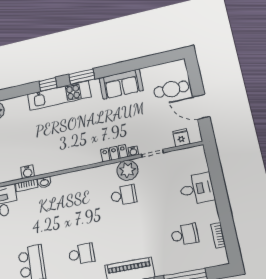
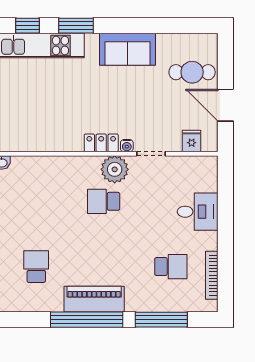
school desk: (123, 195) -> (104, 201), turned 180
bookcase: (218, 235) -> (212, 275), width x1.56
school desk: (81, 254) -> (36, 267), turned -90

